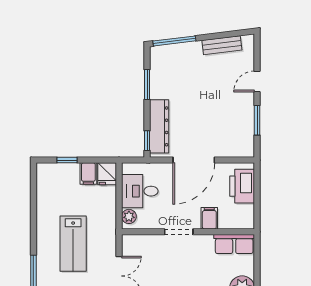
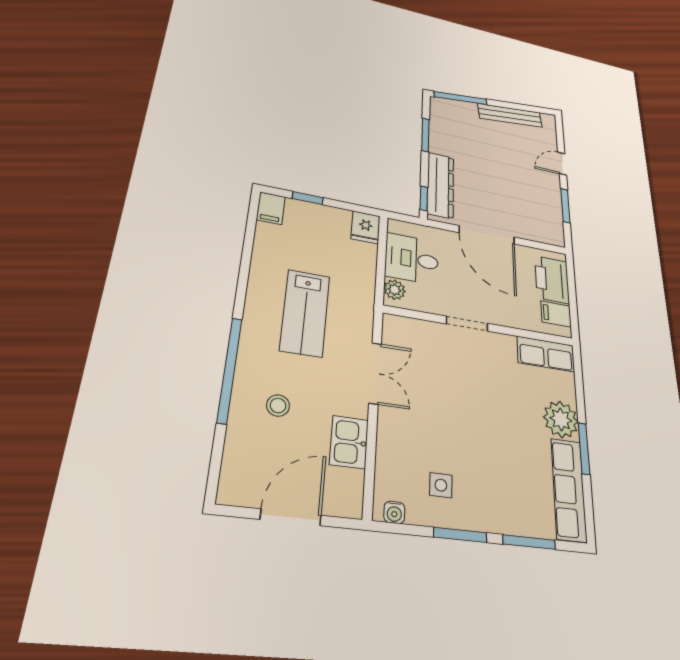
bench: (222, 45) -> (510, 115), width x1.36
door: (194, 160) -> (487, 235), hinge flipped
filing cabinet: (88, 174) -> (271, 208), moved
filing cabinet: (209, 218) -> (556, 314), moved, turned -90

